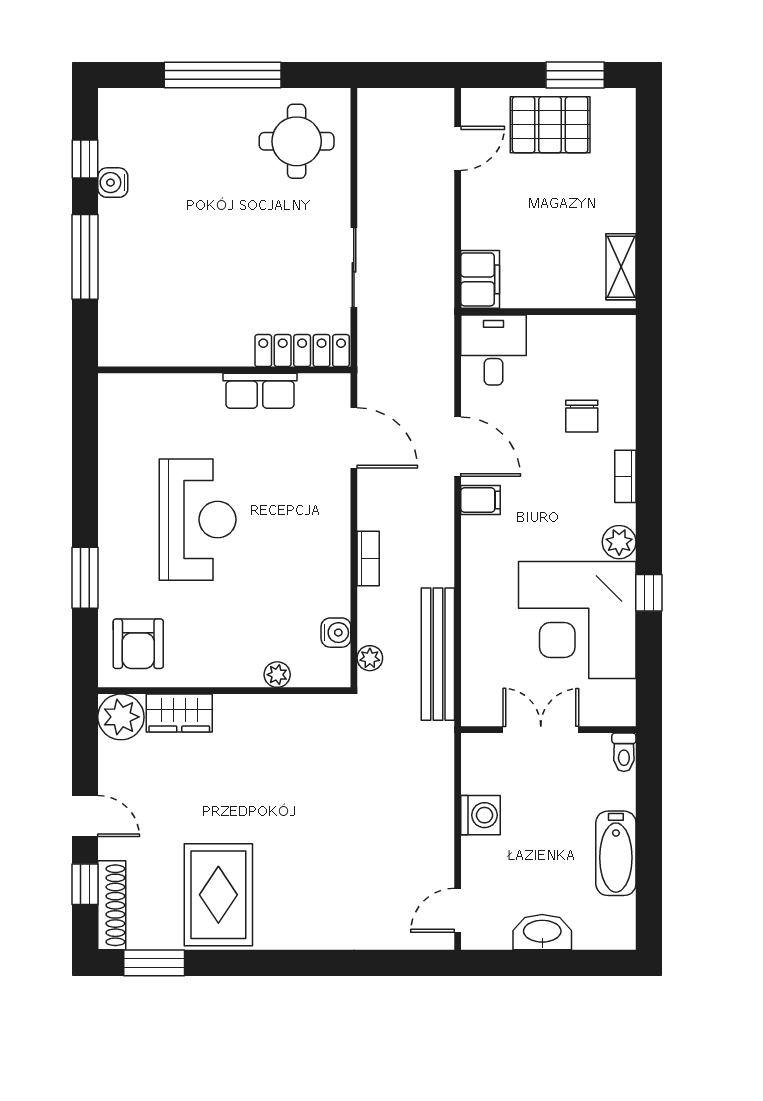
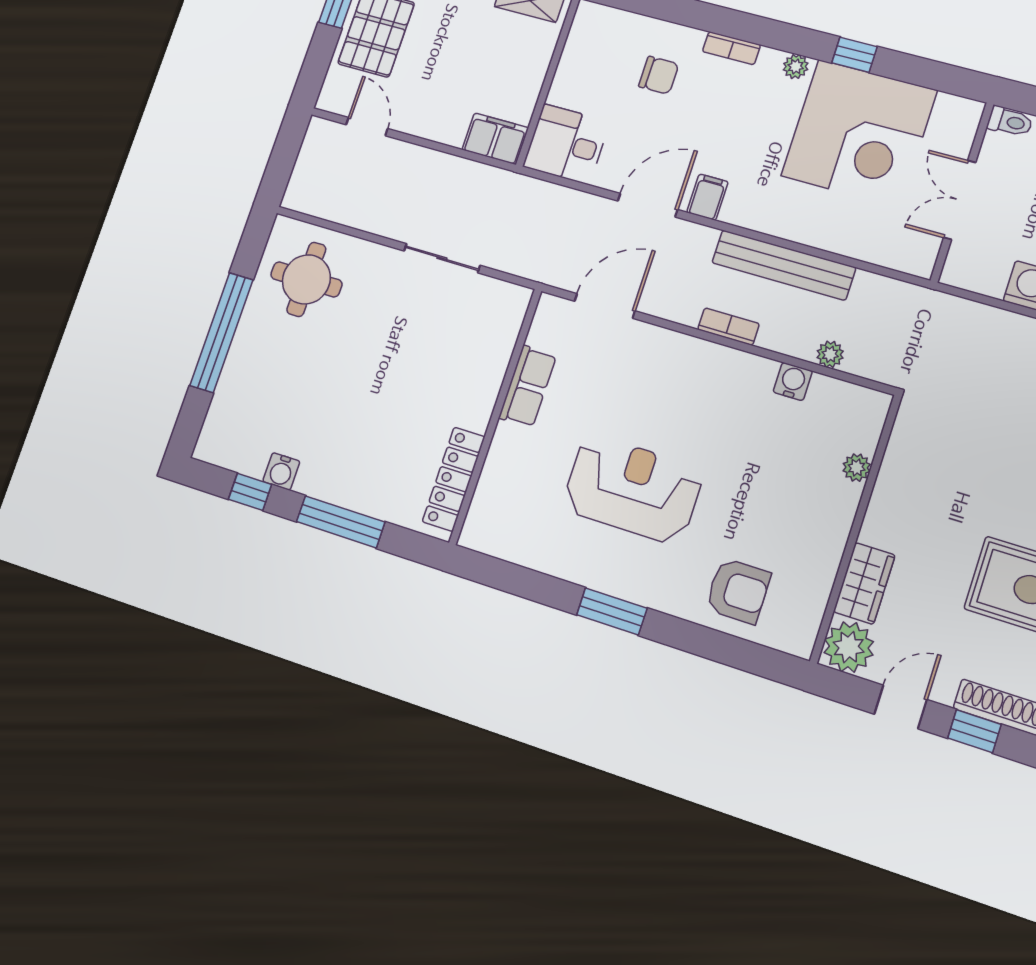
locker: (302, 351) -> (454, 479), moved
plant: (619, 542) -> (796, 67), width x0.73, depth x0.73
window: (85, 578) -> (612, 611), moved
bench: (438, 654) -> (784, 265), moved
plant: (277, 675) -> (857, 468), moved
wall: (224, 691) -> (856, 528), moved
wardrobe: (179, 713) -> (864, 583), moved
plant: (121, 717) -> (849, 647), moved

